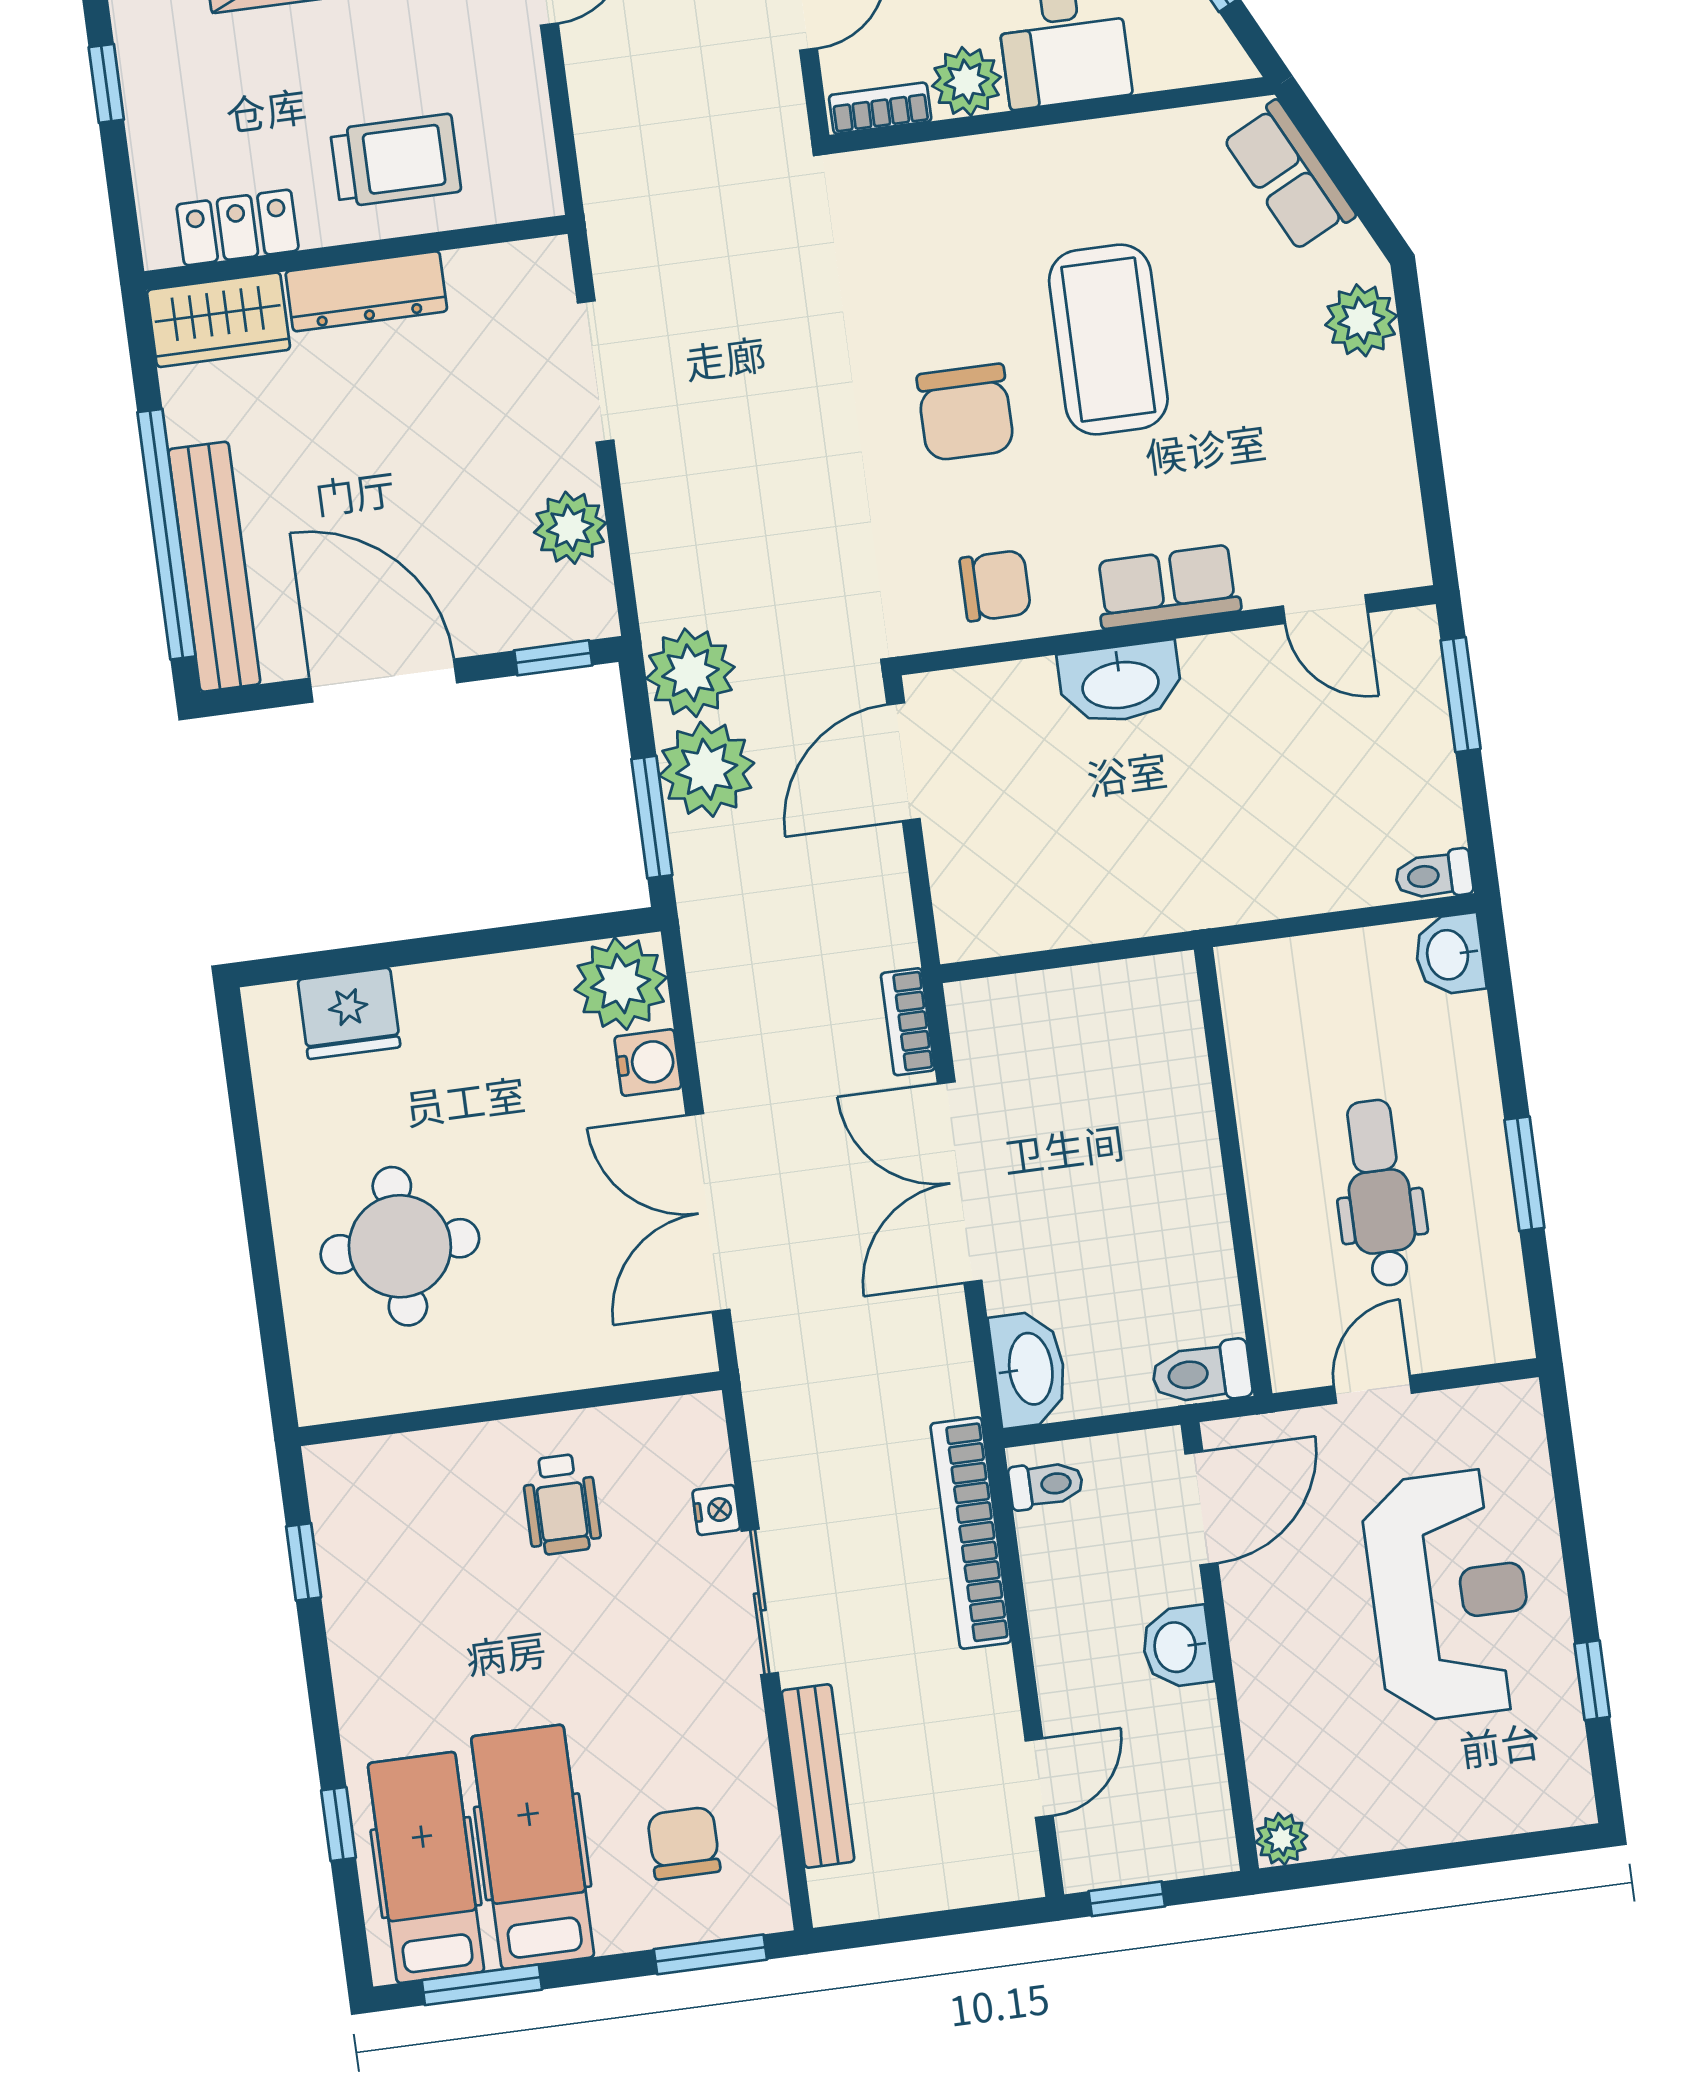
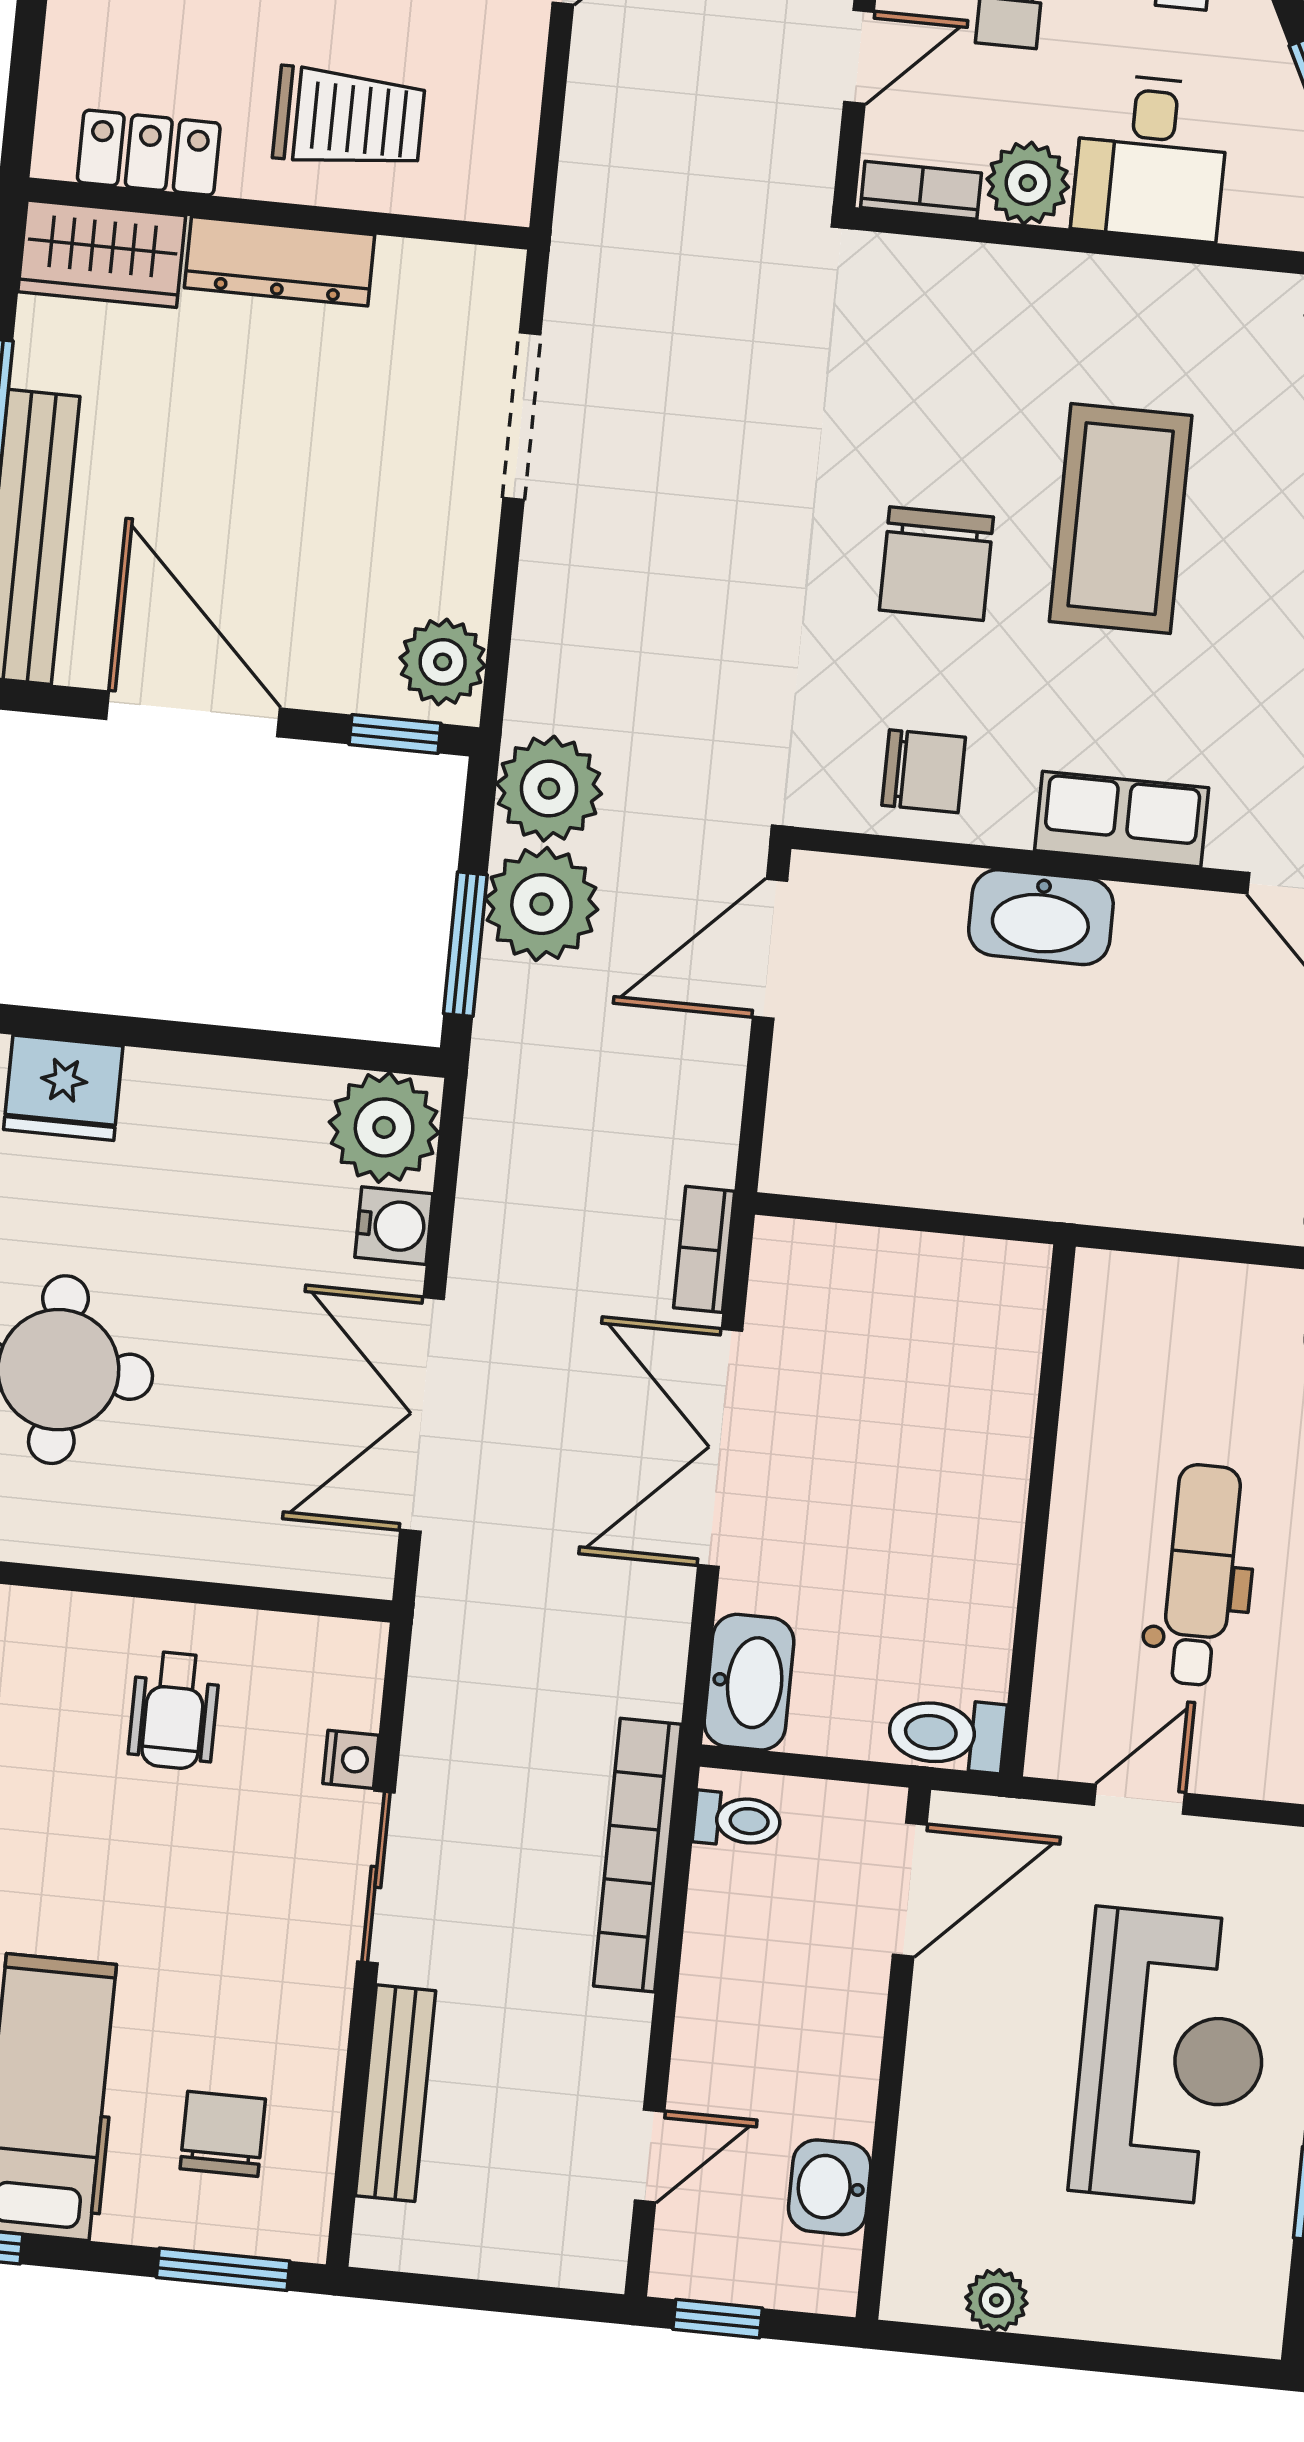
plant: (570, 528) -> (443, 662), moved
washbasin: (1177, 1647) -> (830, 2187), moved
plant: (1281, 1839) -> (996, 2300), moved

